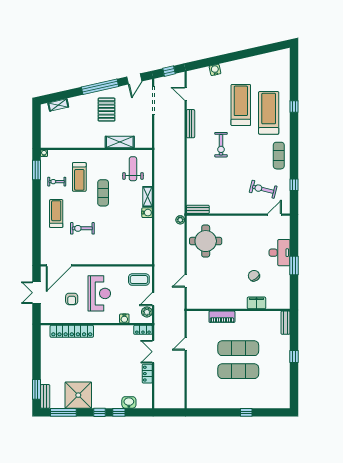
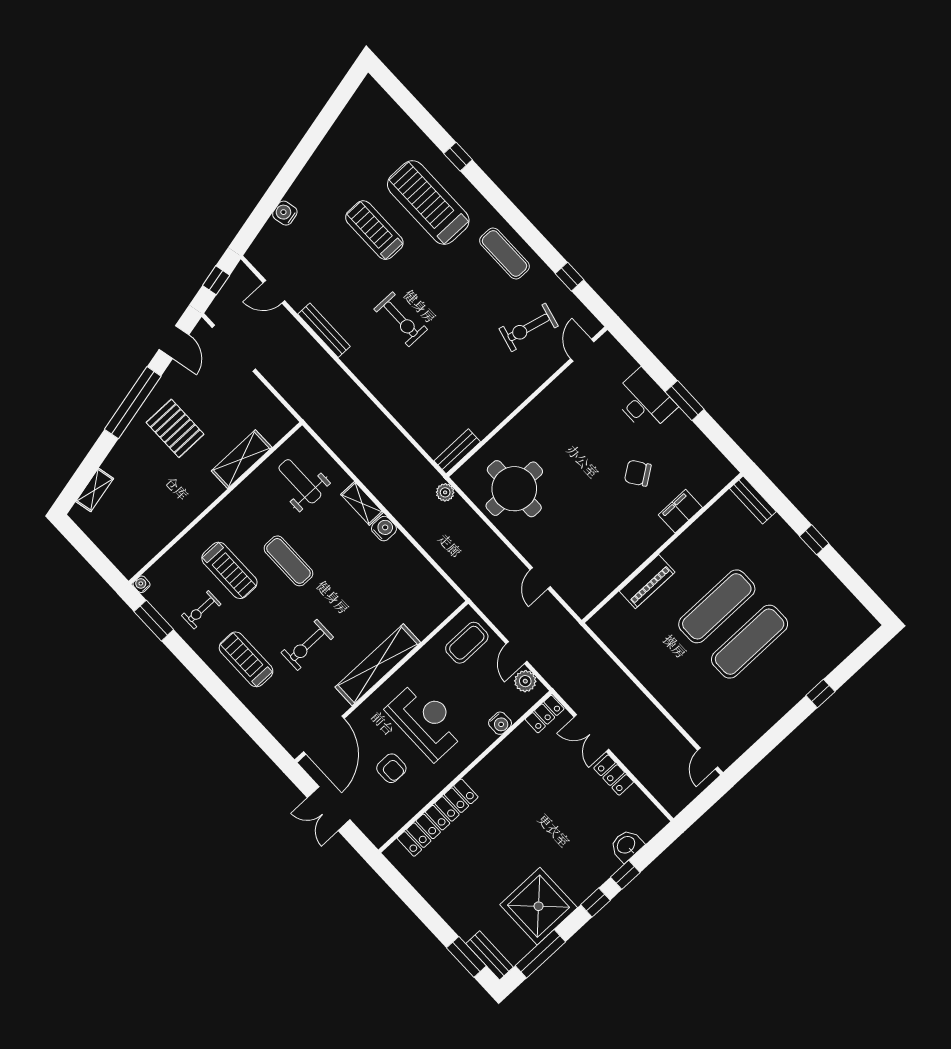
treadmill: (241, 105) -> (374, 230), width x0.73, depth x0.73
shelving: (101, 258) -> (378, 665), added
door: (186, 344) -> (708, 759), moved

